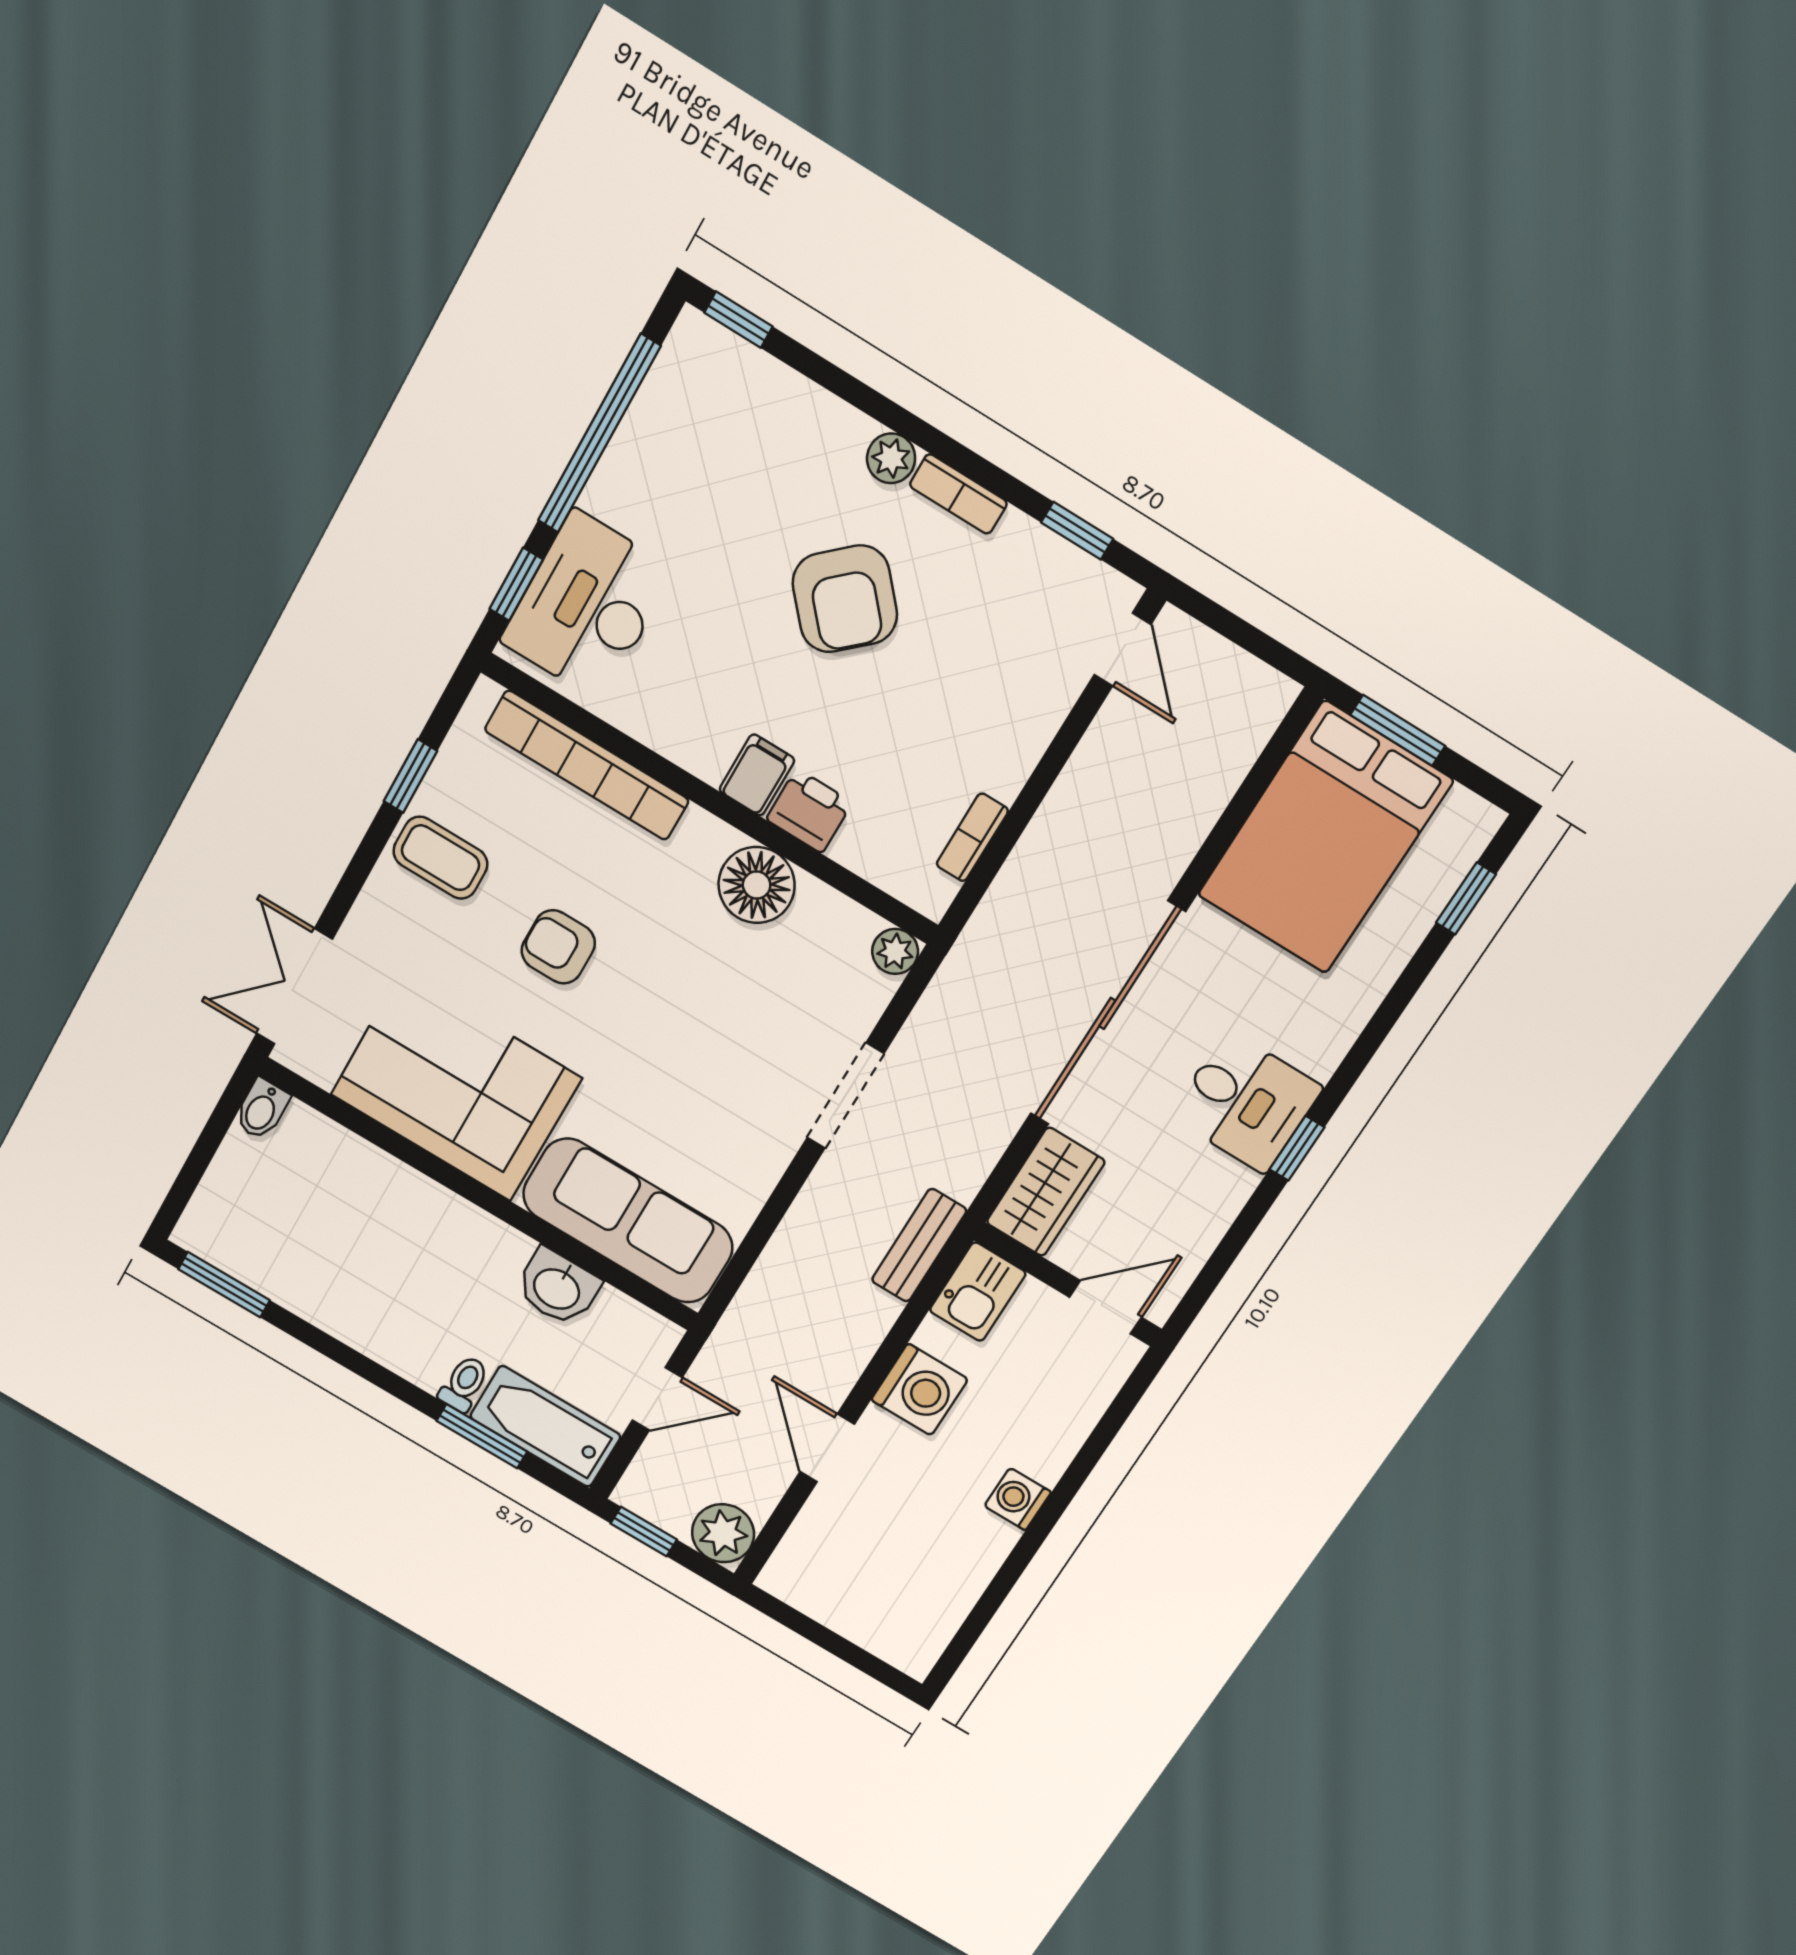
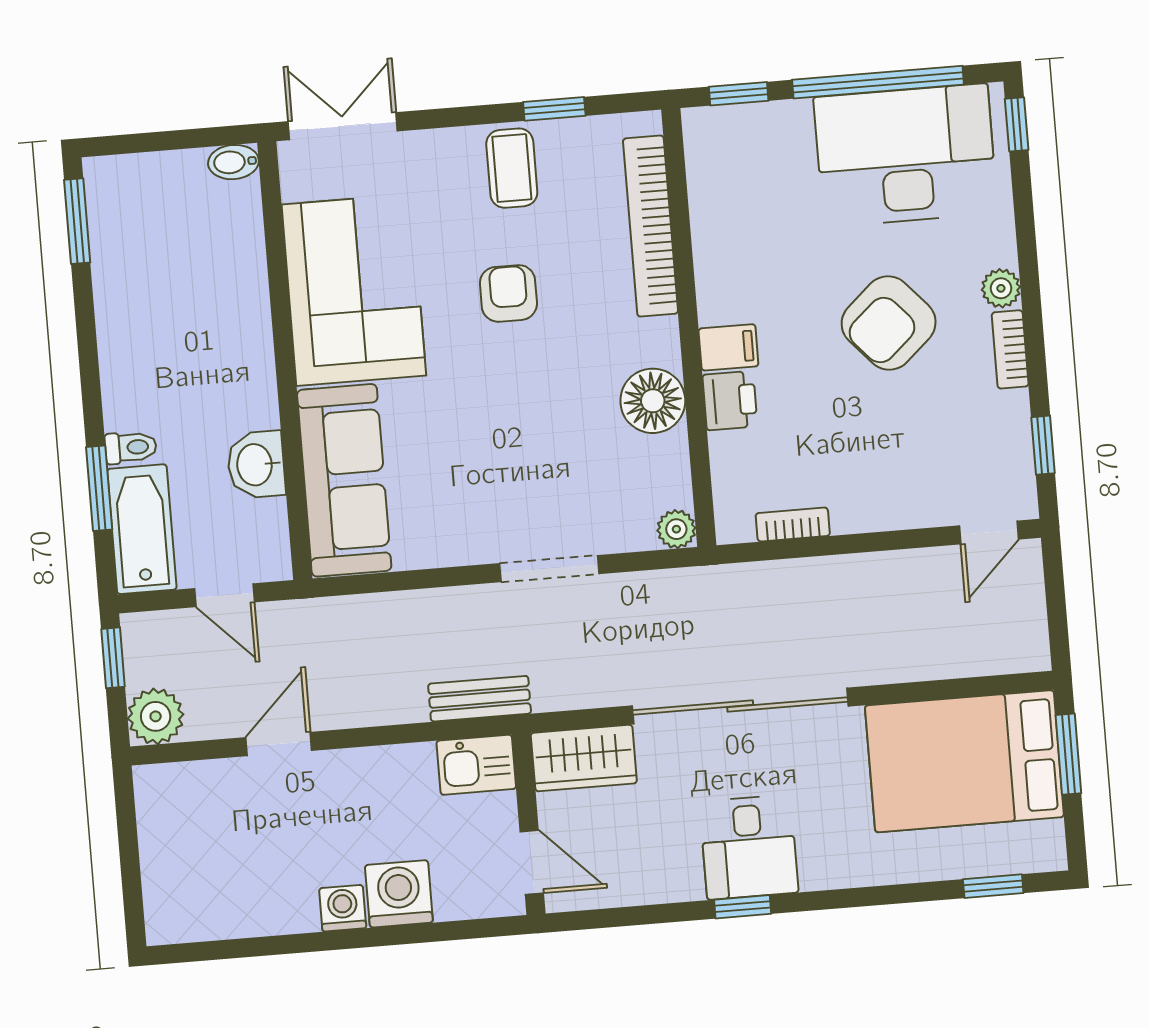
desk: (587, 606) -> (906, 155), moved, width x1.36, depth x1.30
washing machine: (920, 1390) -> (399, 894), moved, turned 180

